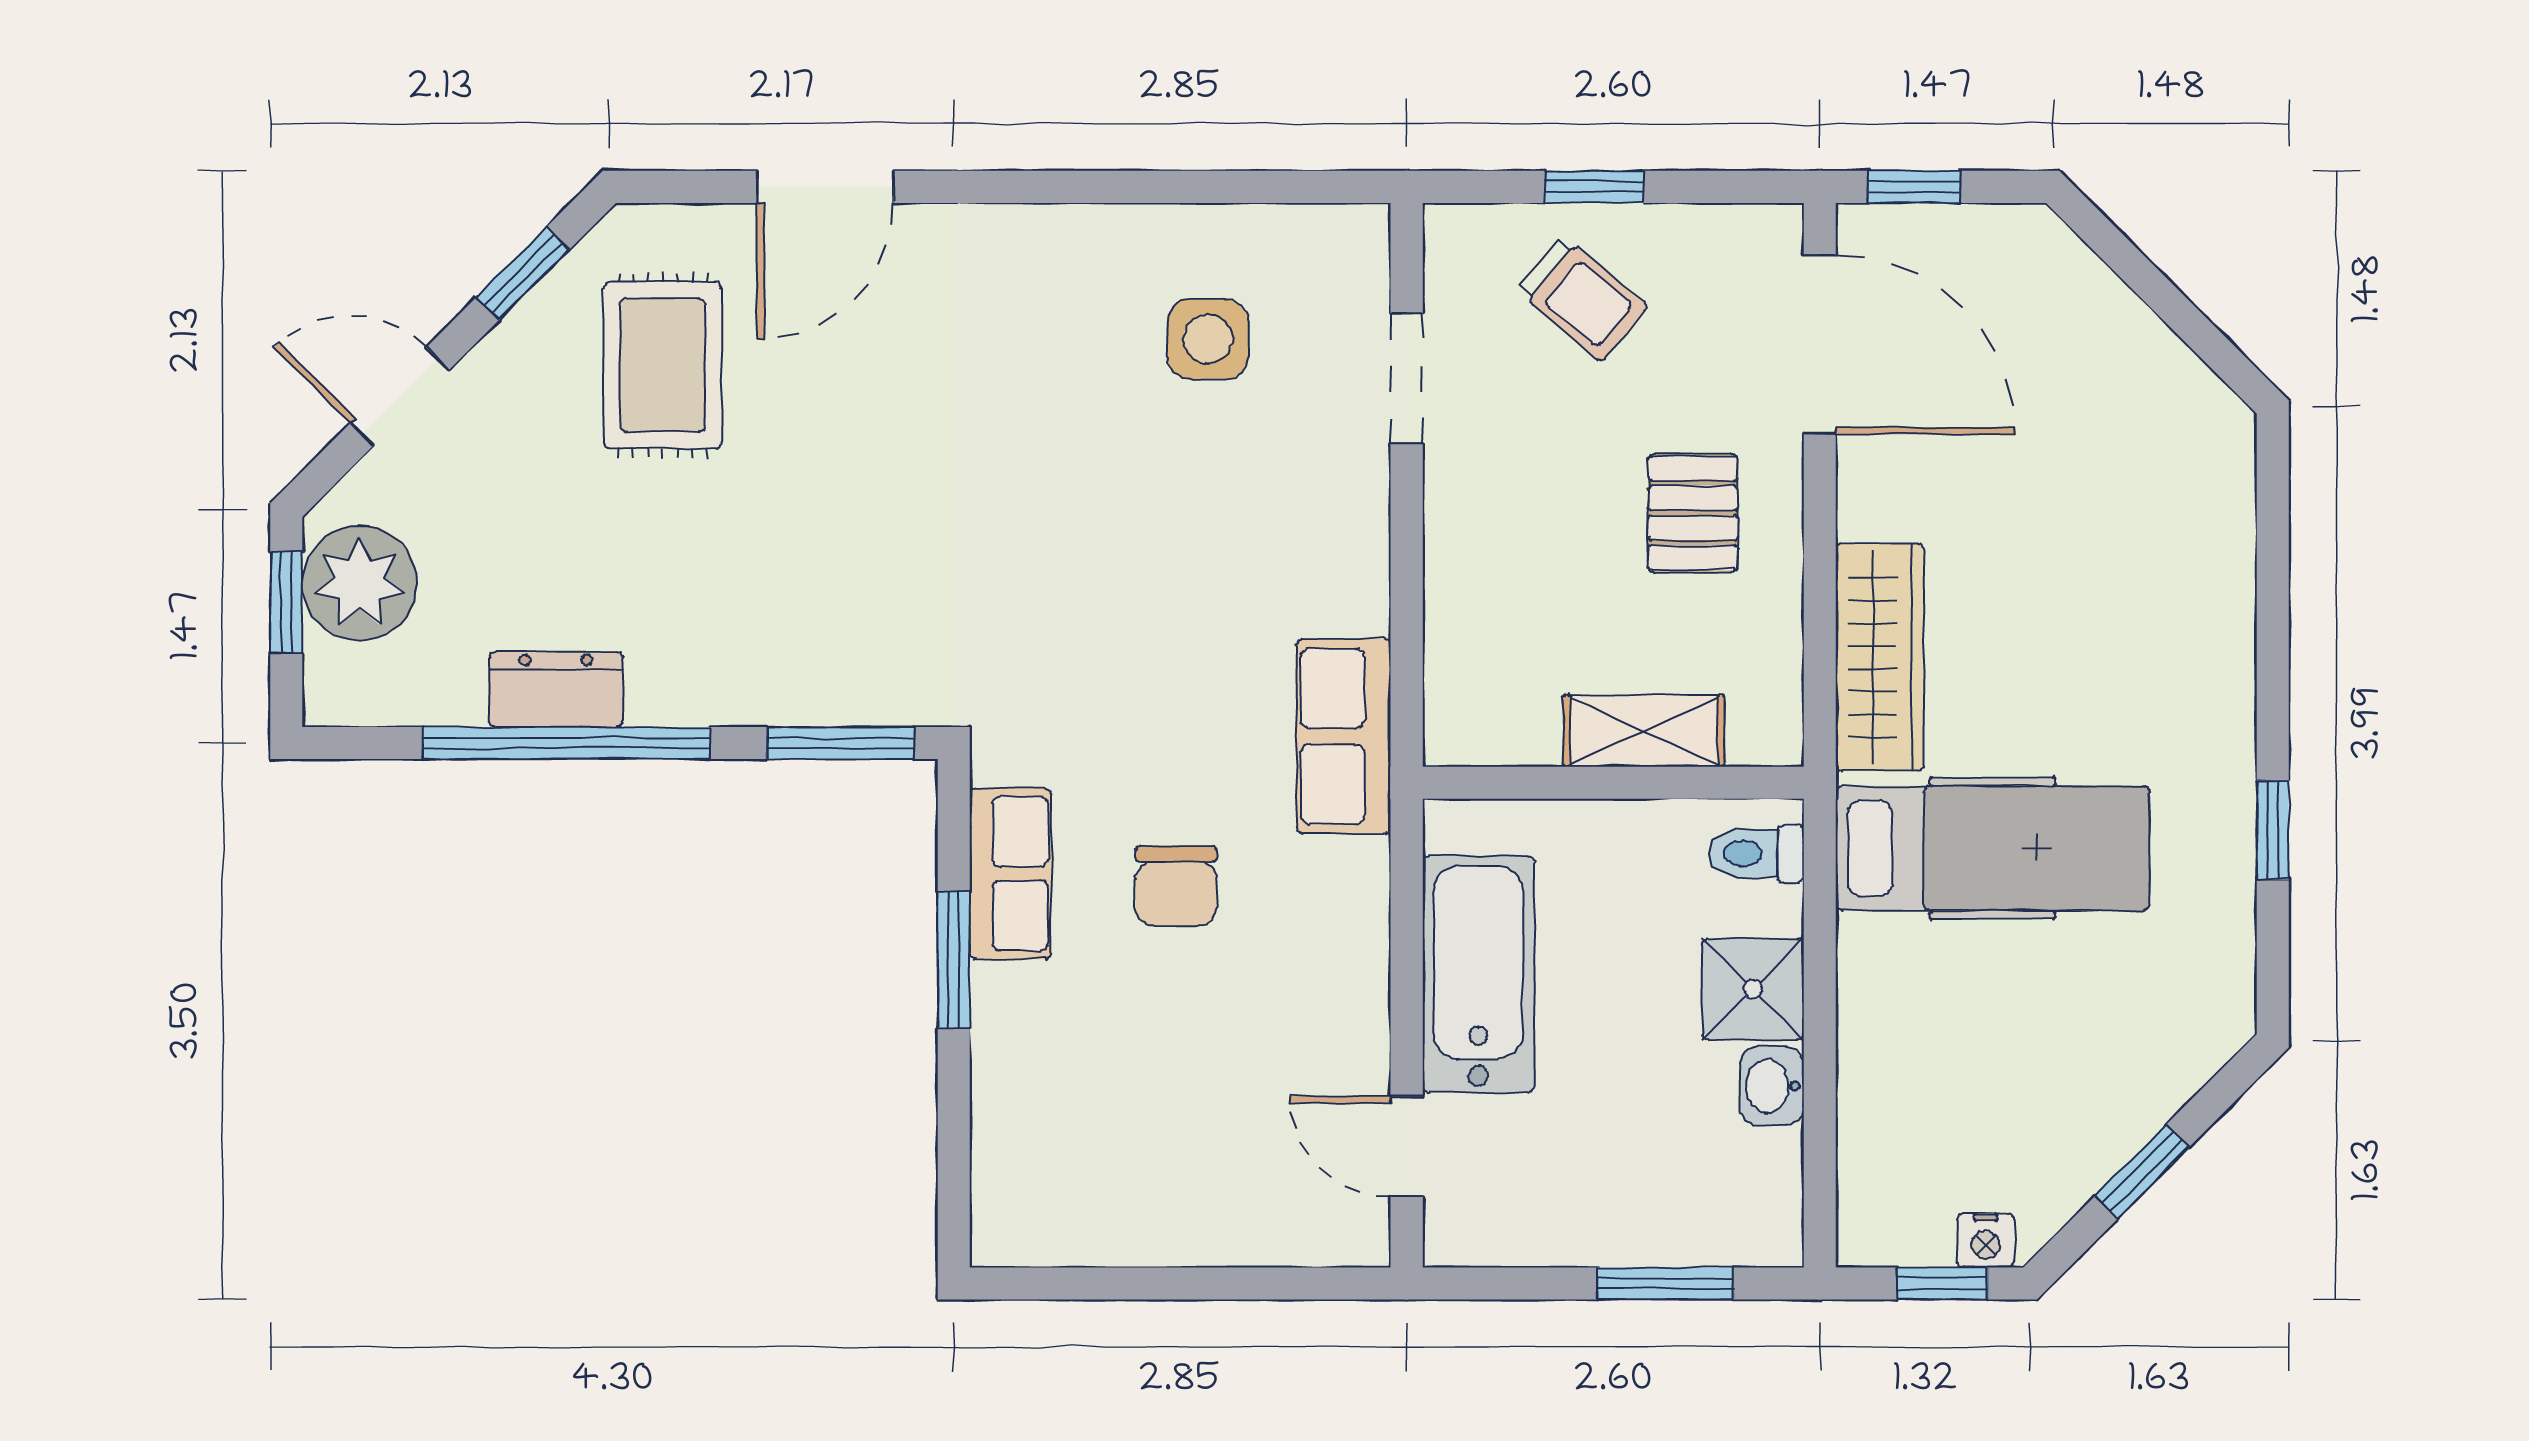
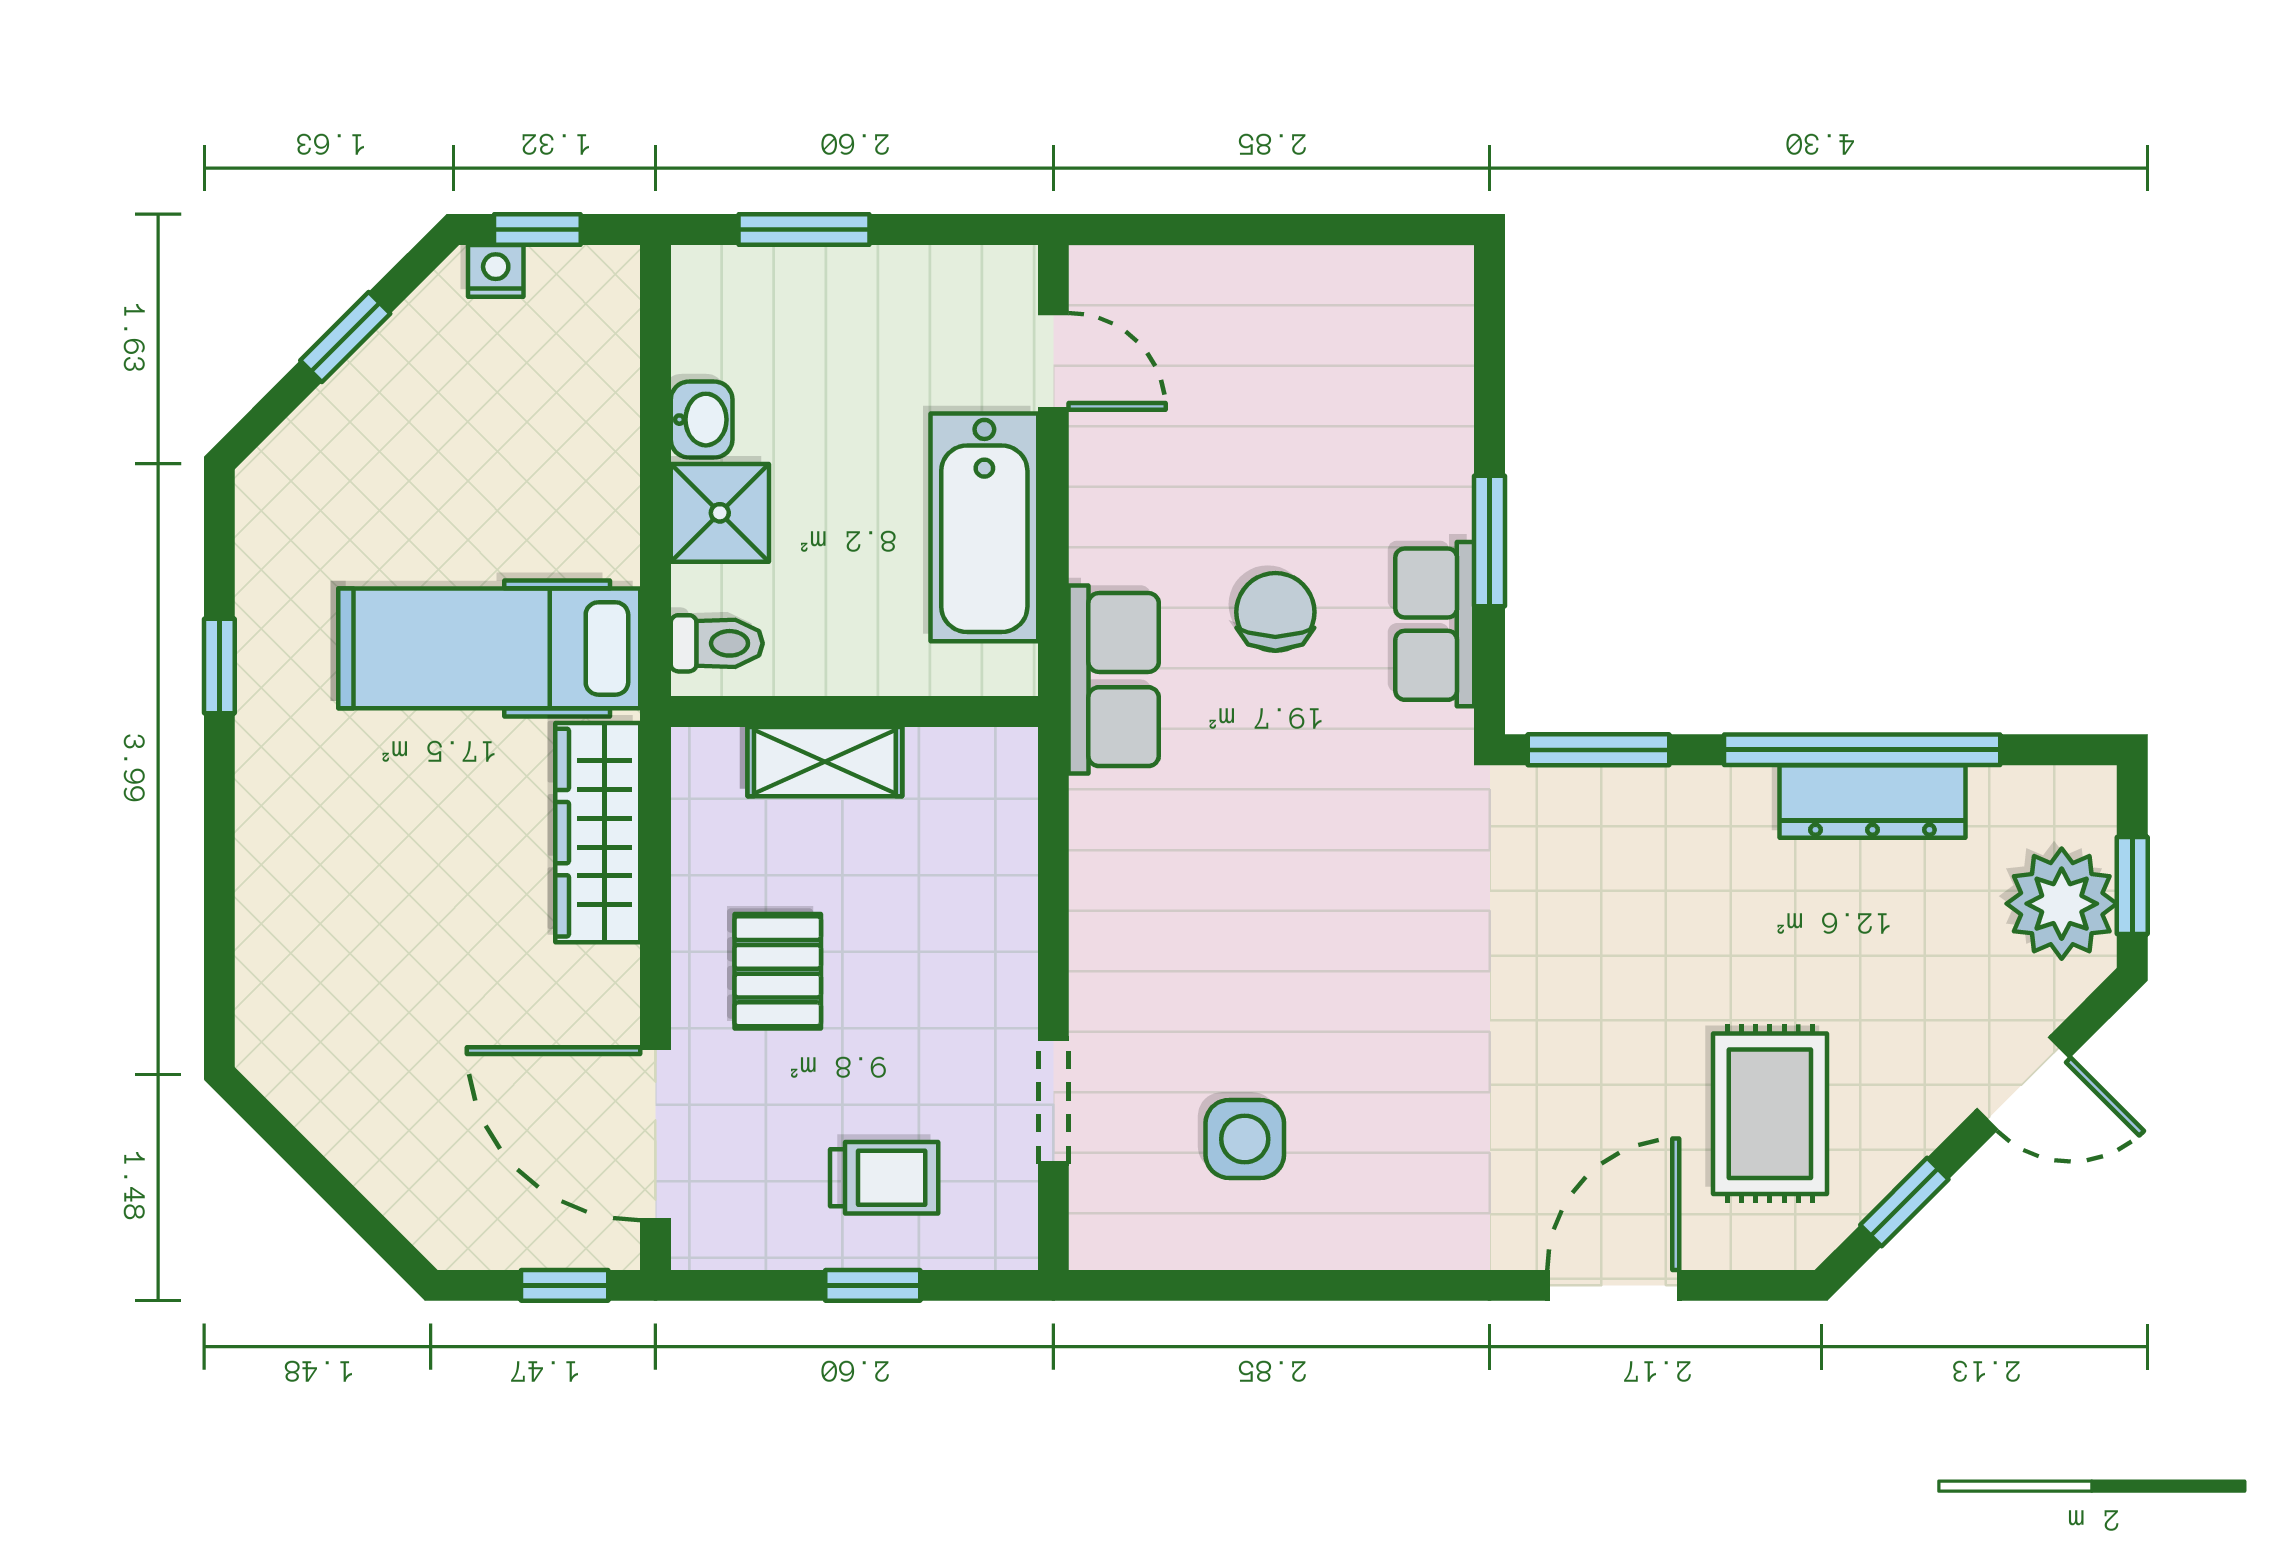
trolley: (1582, 299) -> (884, 1178), turned 140
dresser: (556, 689) -> (1872, 801), width x1.44
row of seats: (1344, 736) -> (1114, 680), moved

